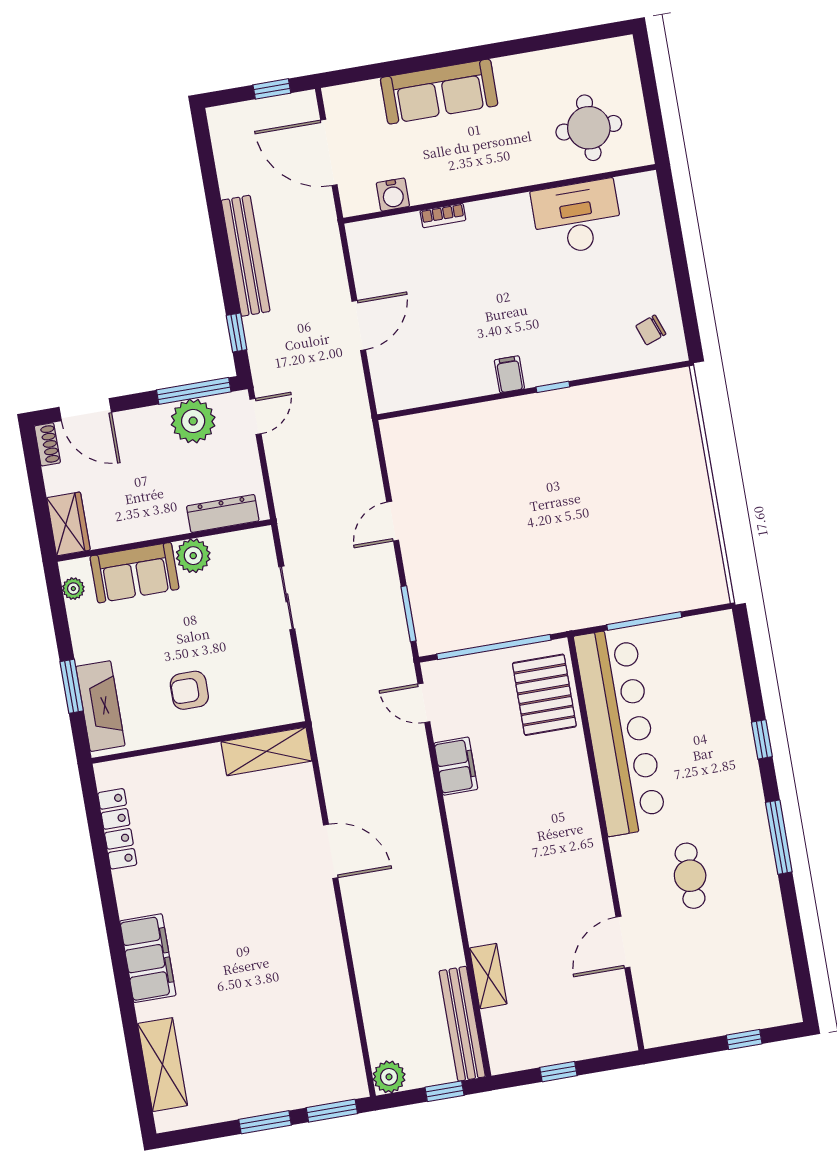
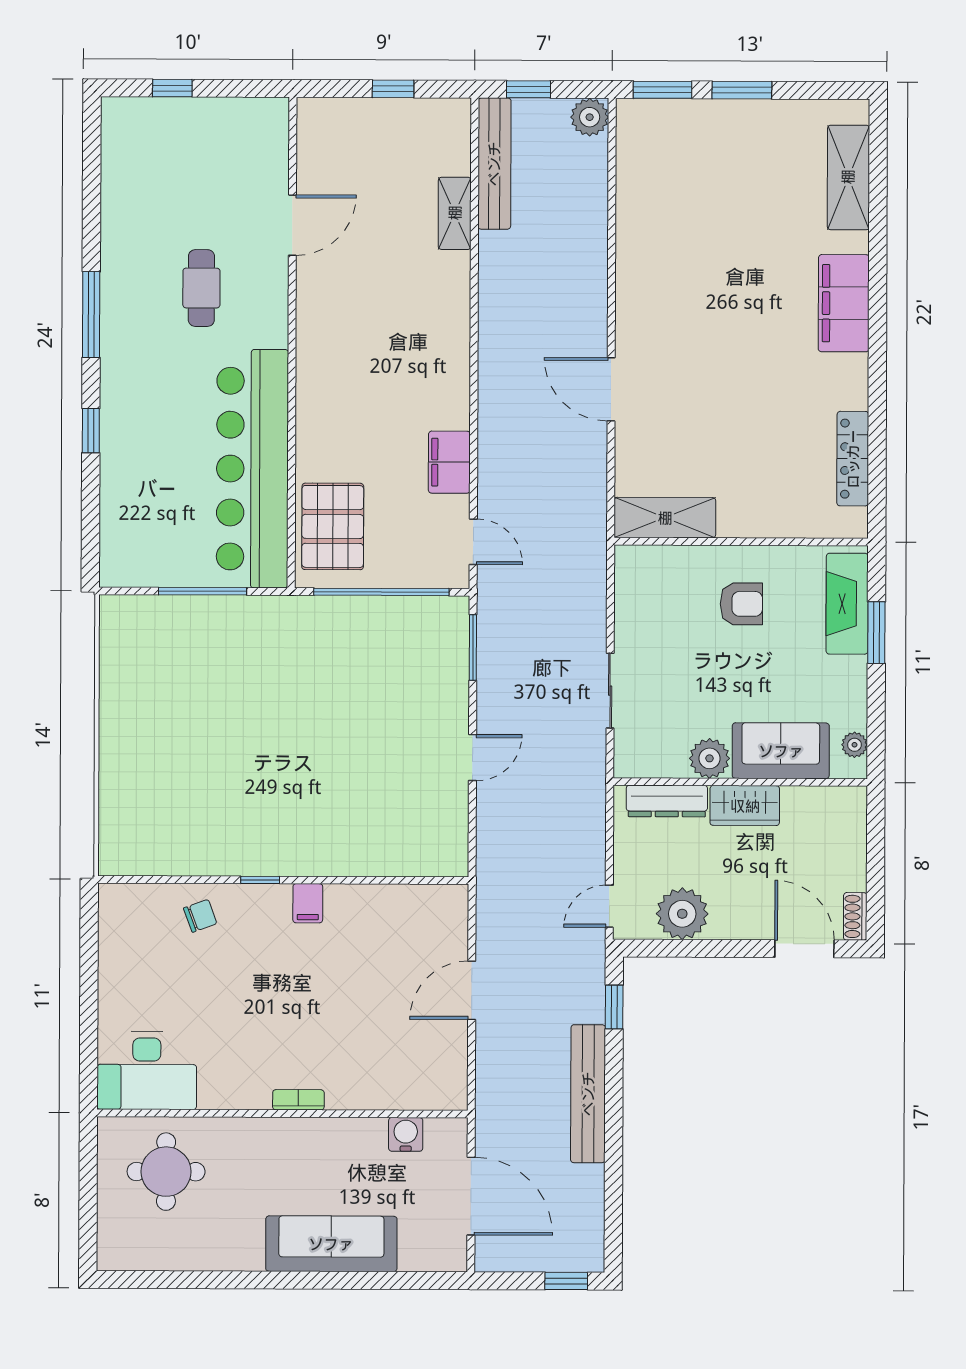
window: (272, 89) -> (566, 1281), moved
bookcase: (443, 216) -> (298, 1100), moved
desk: (577, 217) -> (147, 1071), moved
chair: (651, 330) -> (200, 916), moved
window: (194, 391) -> (675, 948), removed
wardrobe: (68, 524) -> (745, 806), moved, turned -90

